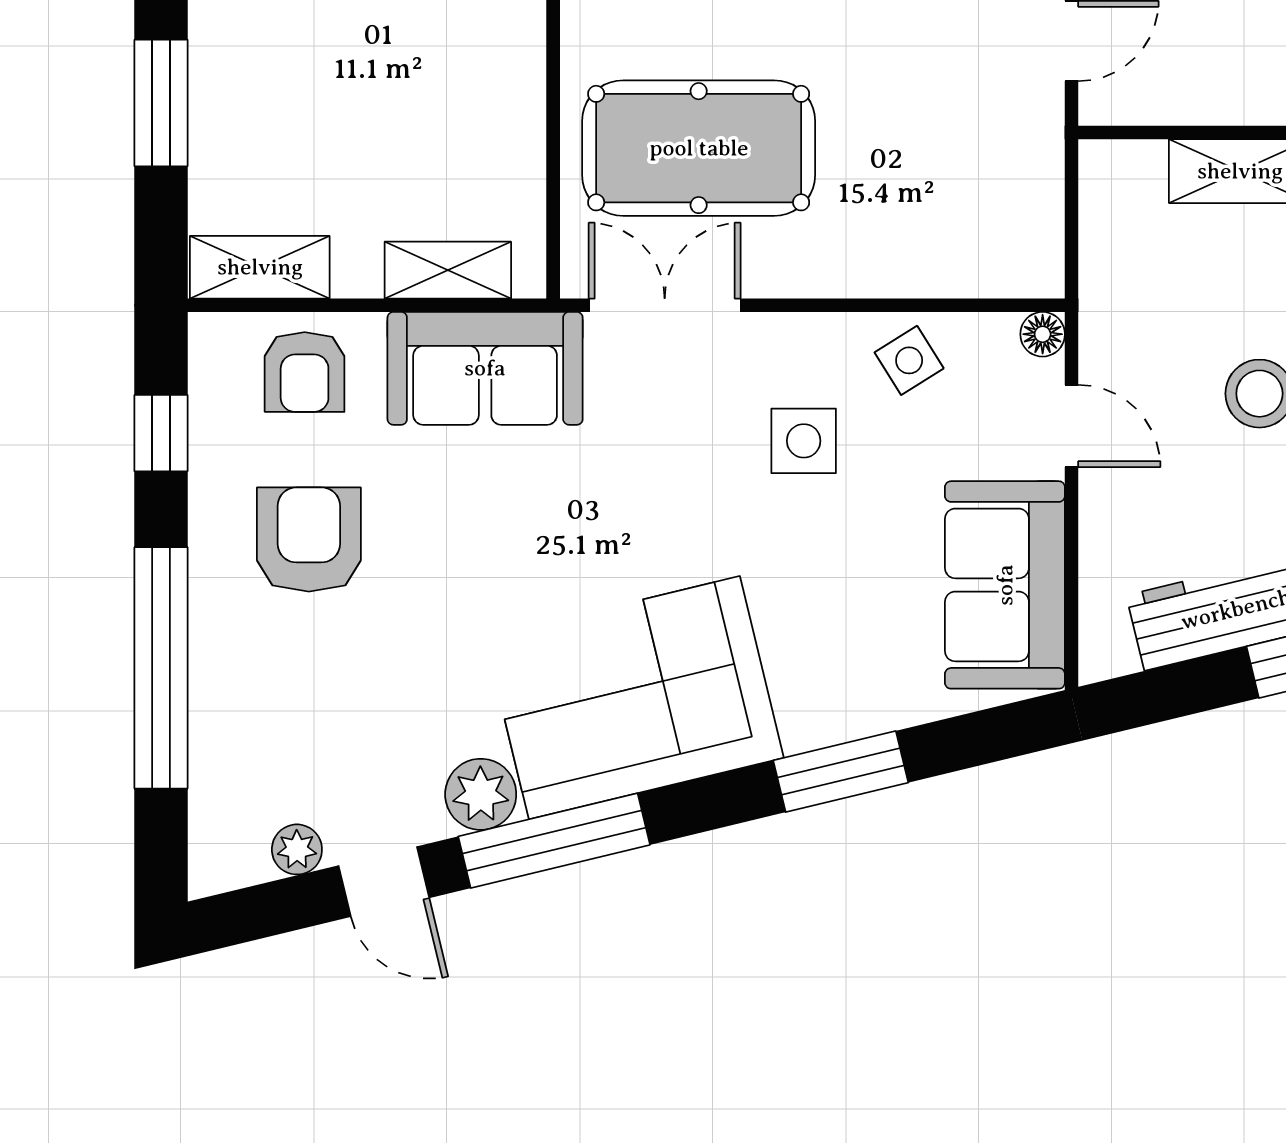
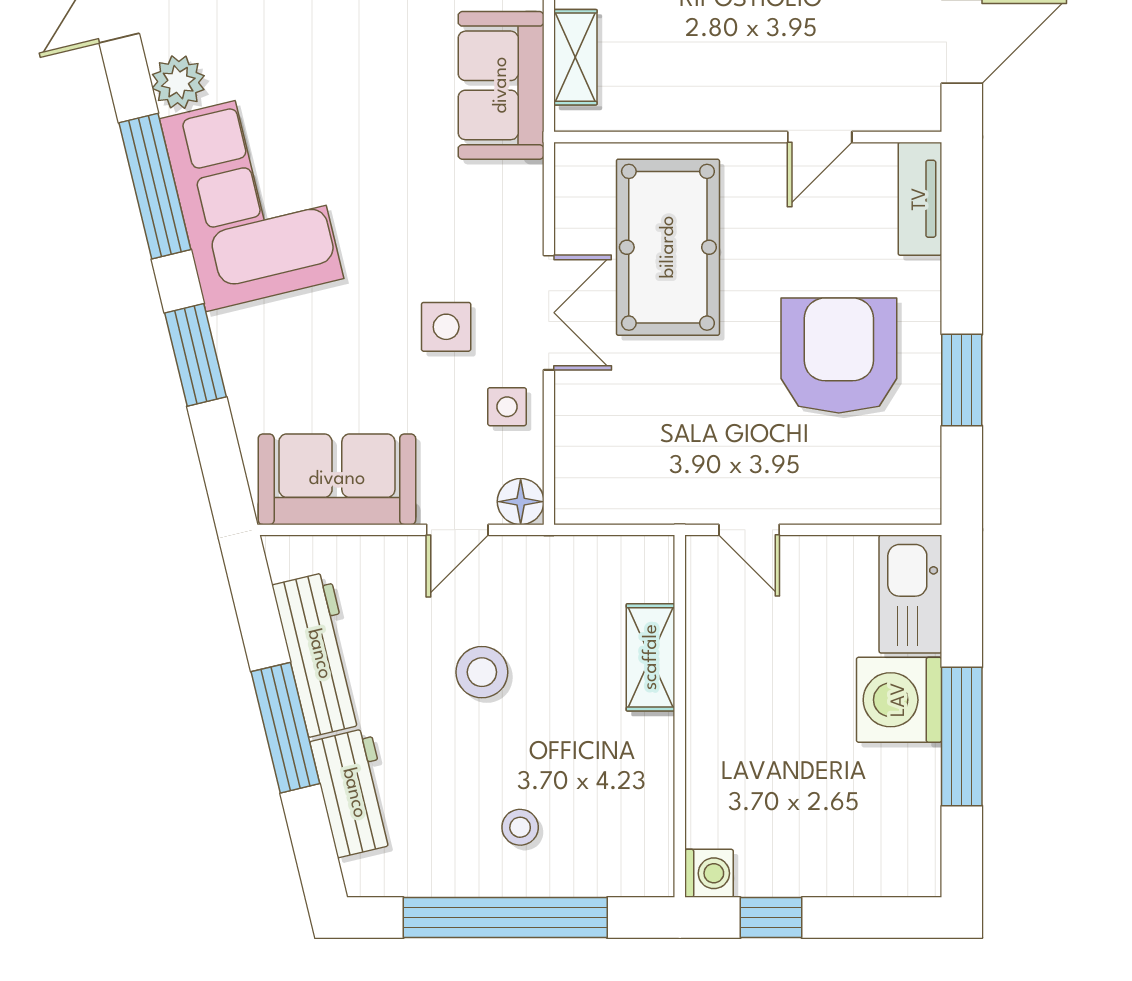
double door: (665, 305) -> (549, 313), moved
floor lamp: (1043, 334) -> (521, 502), width x1.37, depth x1.37
side table: (909, 360) -> (507, 407), turned 32
window: (554, 841) -> (155, 186), moved

